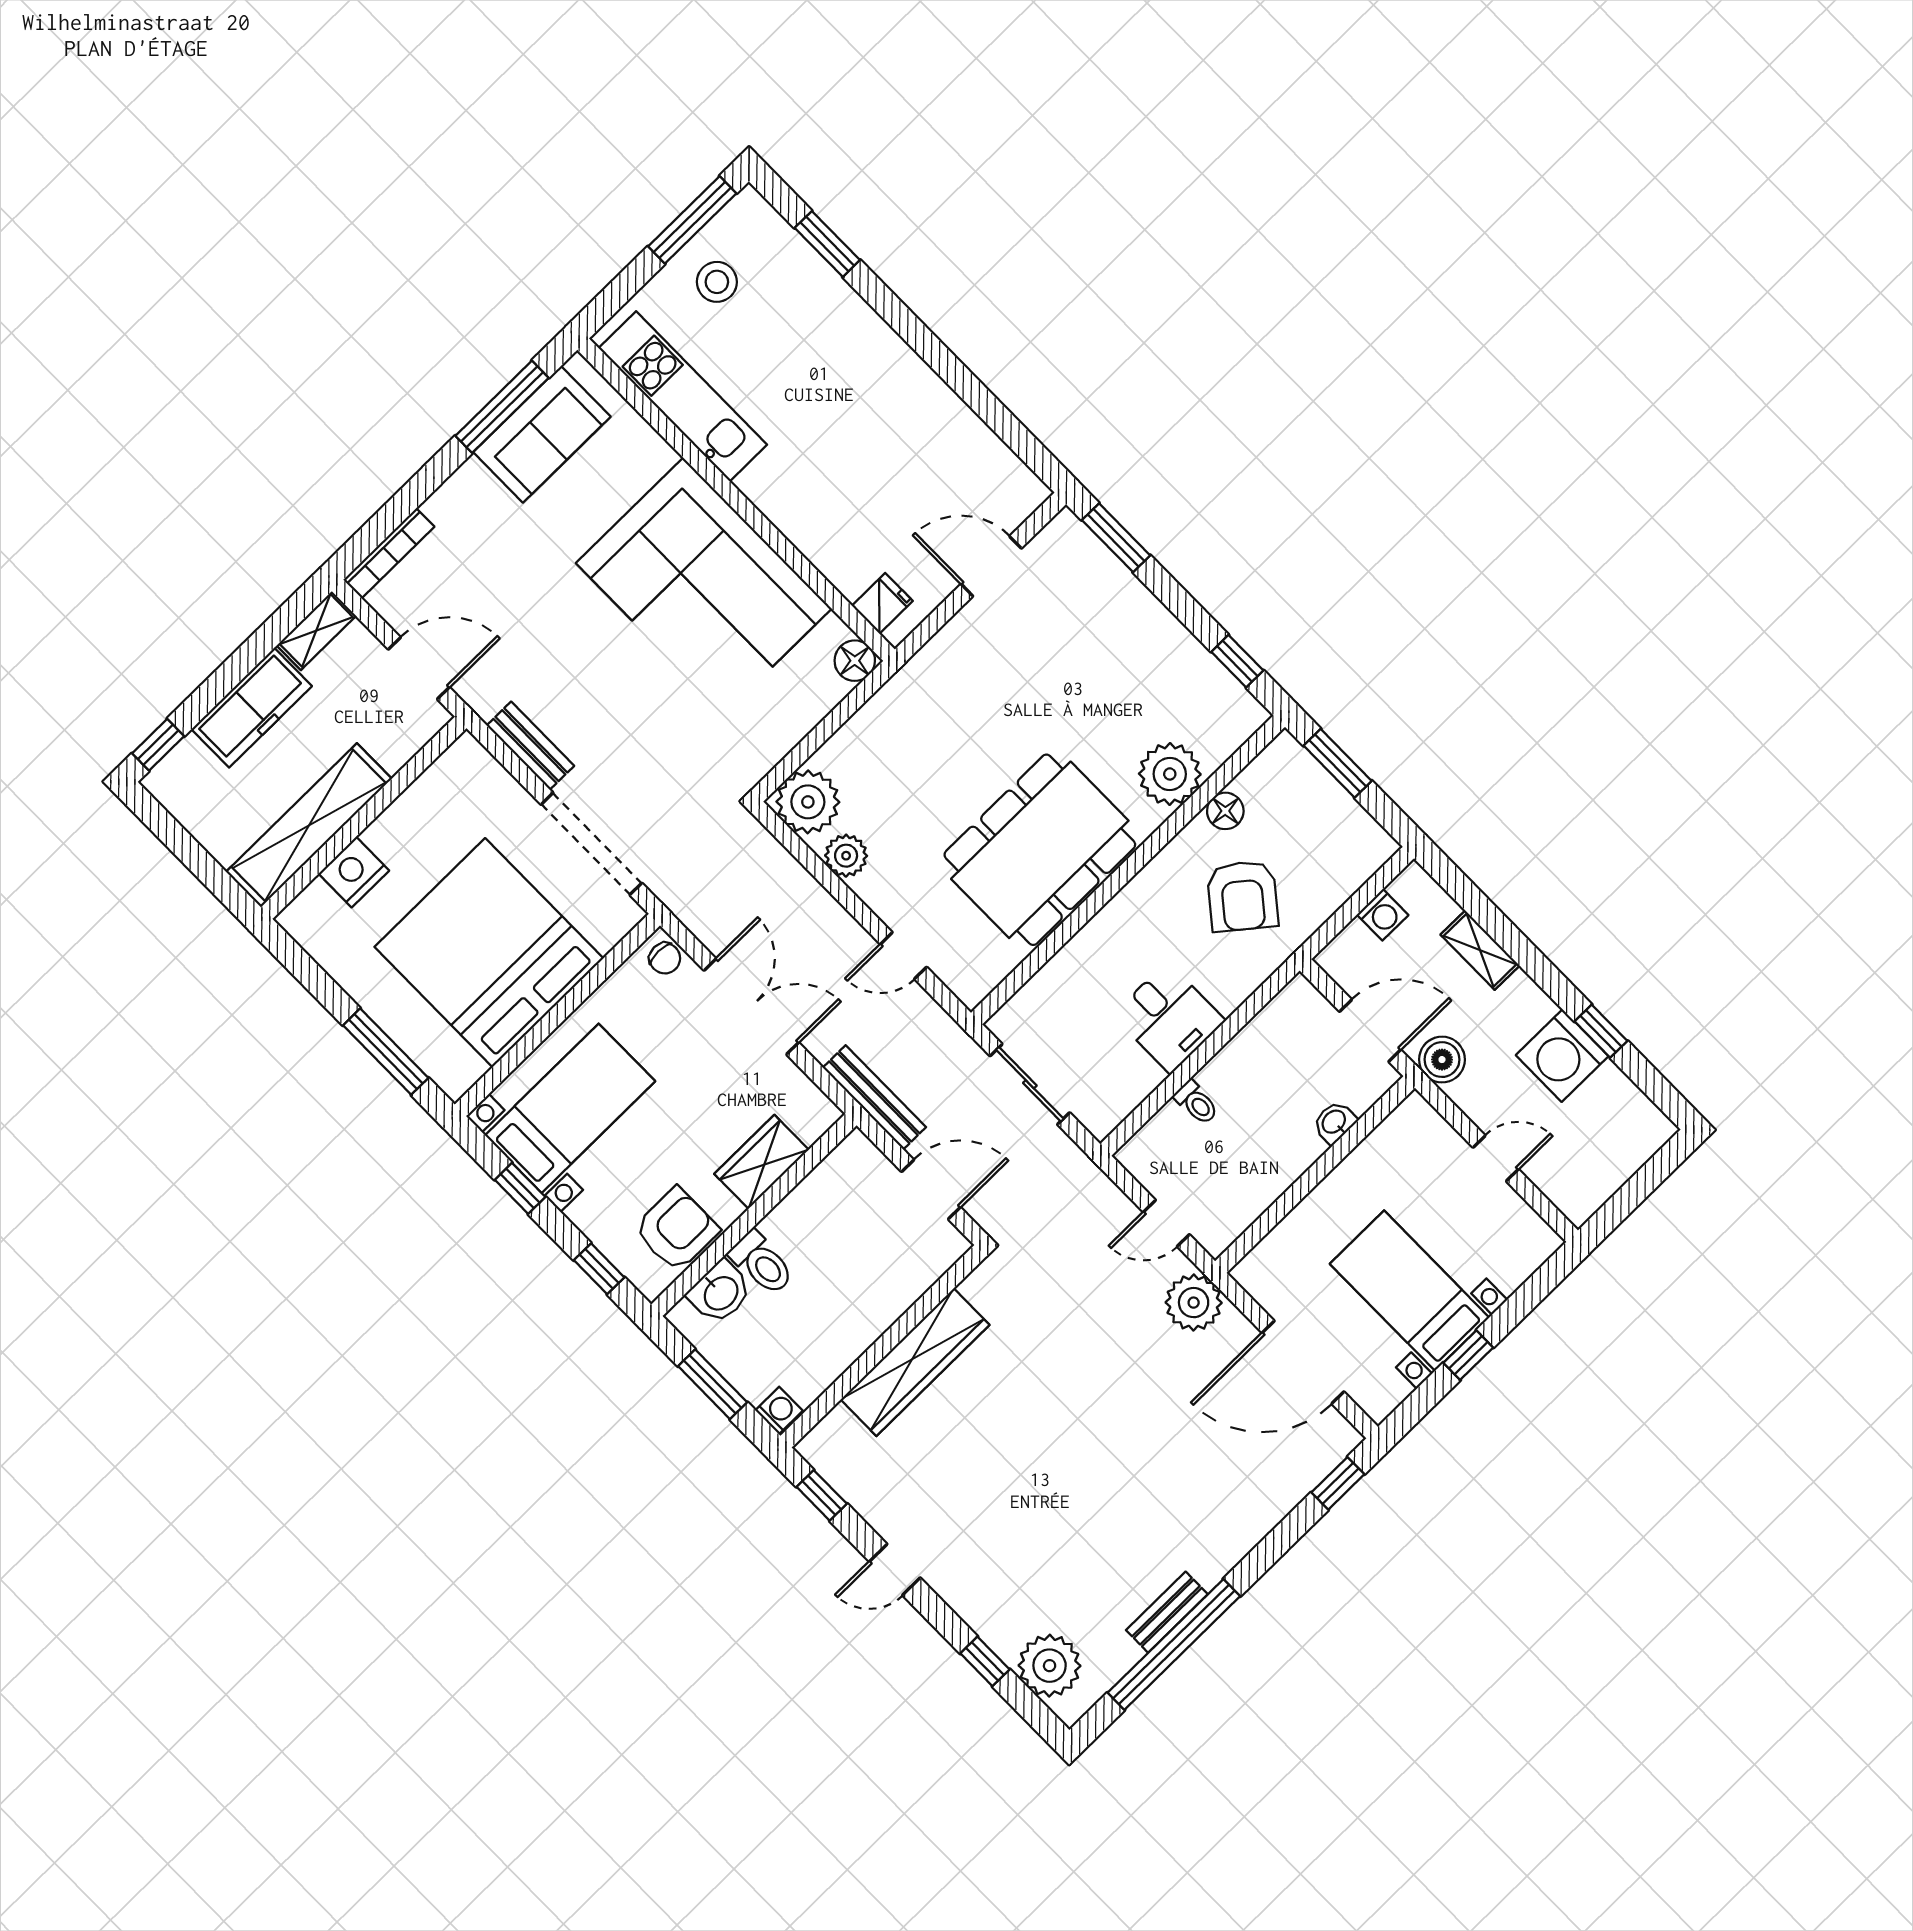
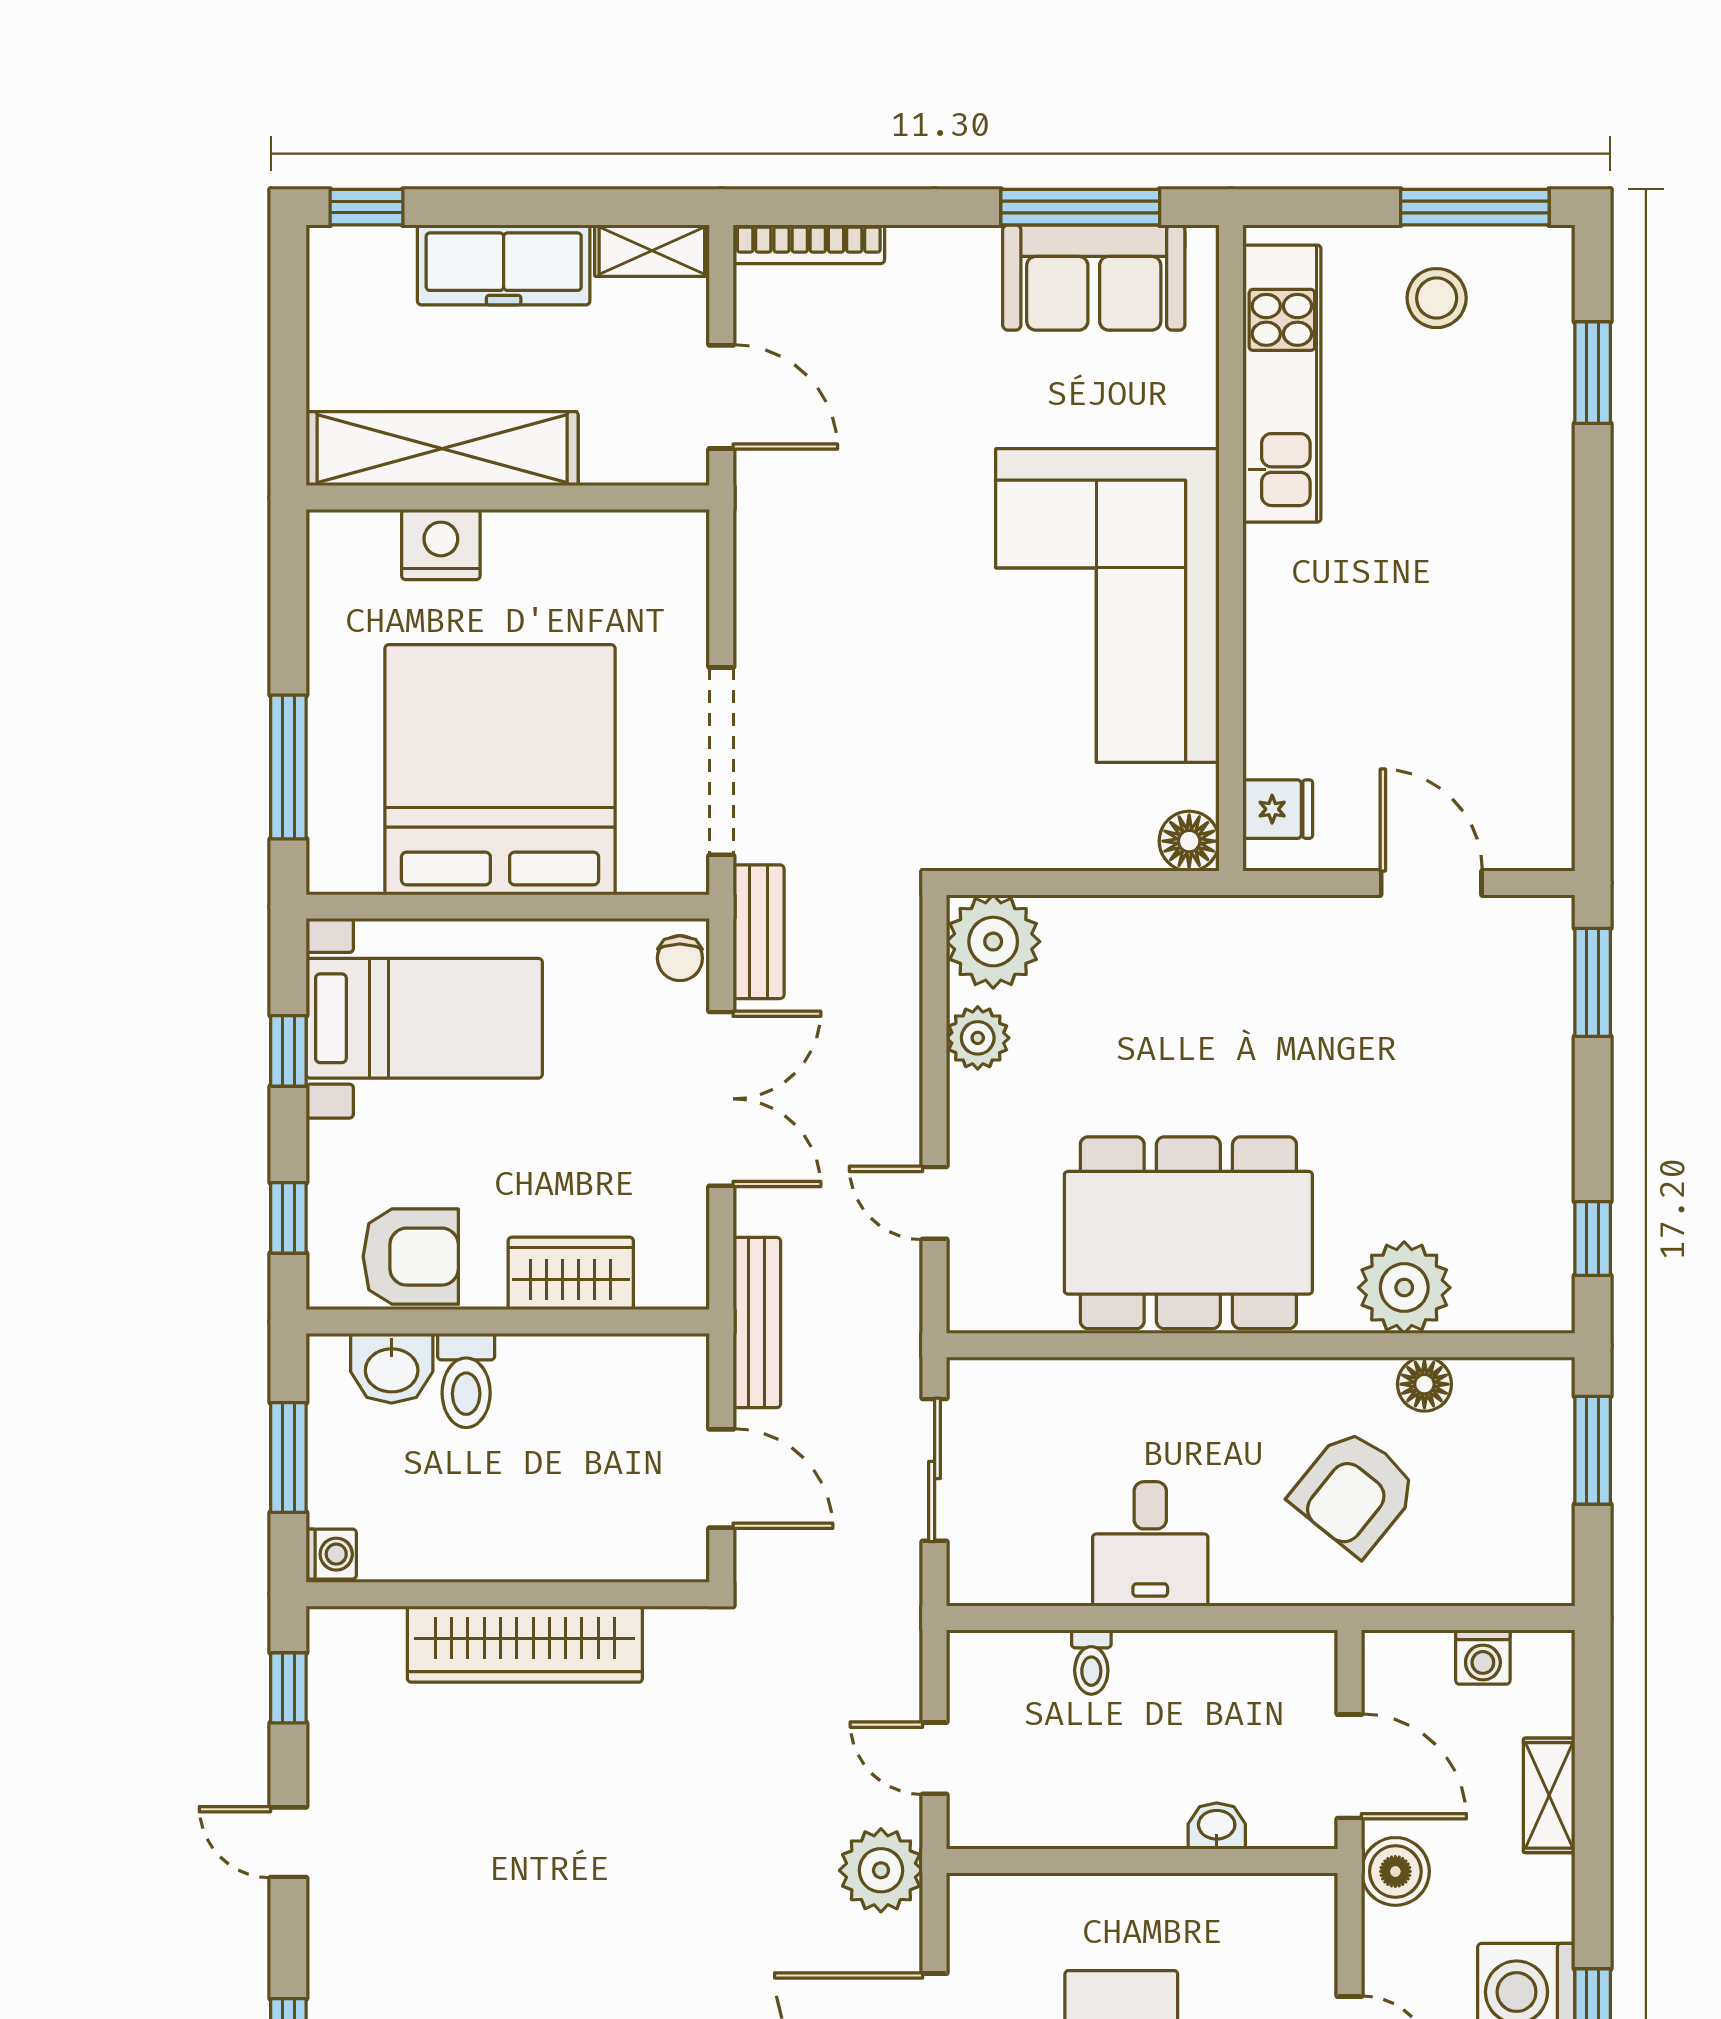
bench: (530, 746) -> (759, 932), moved

